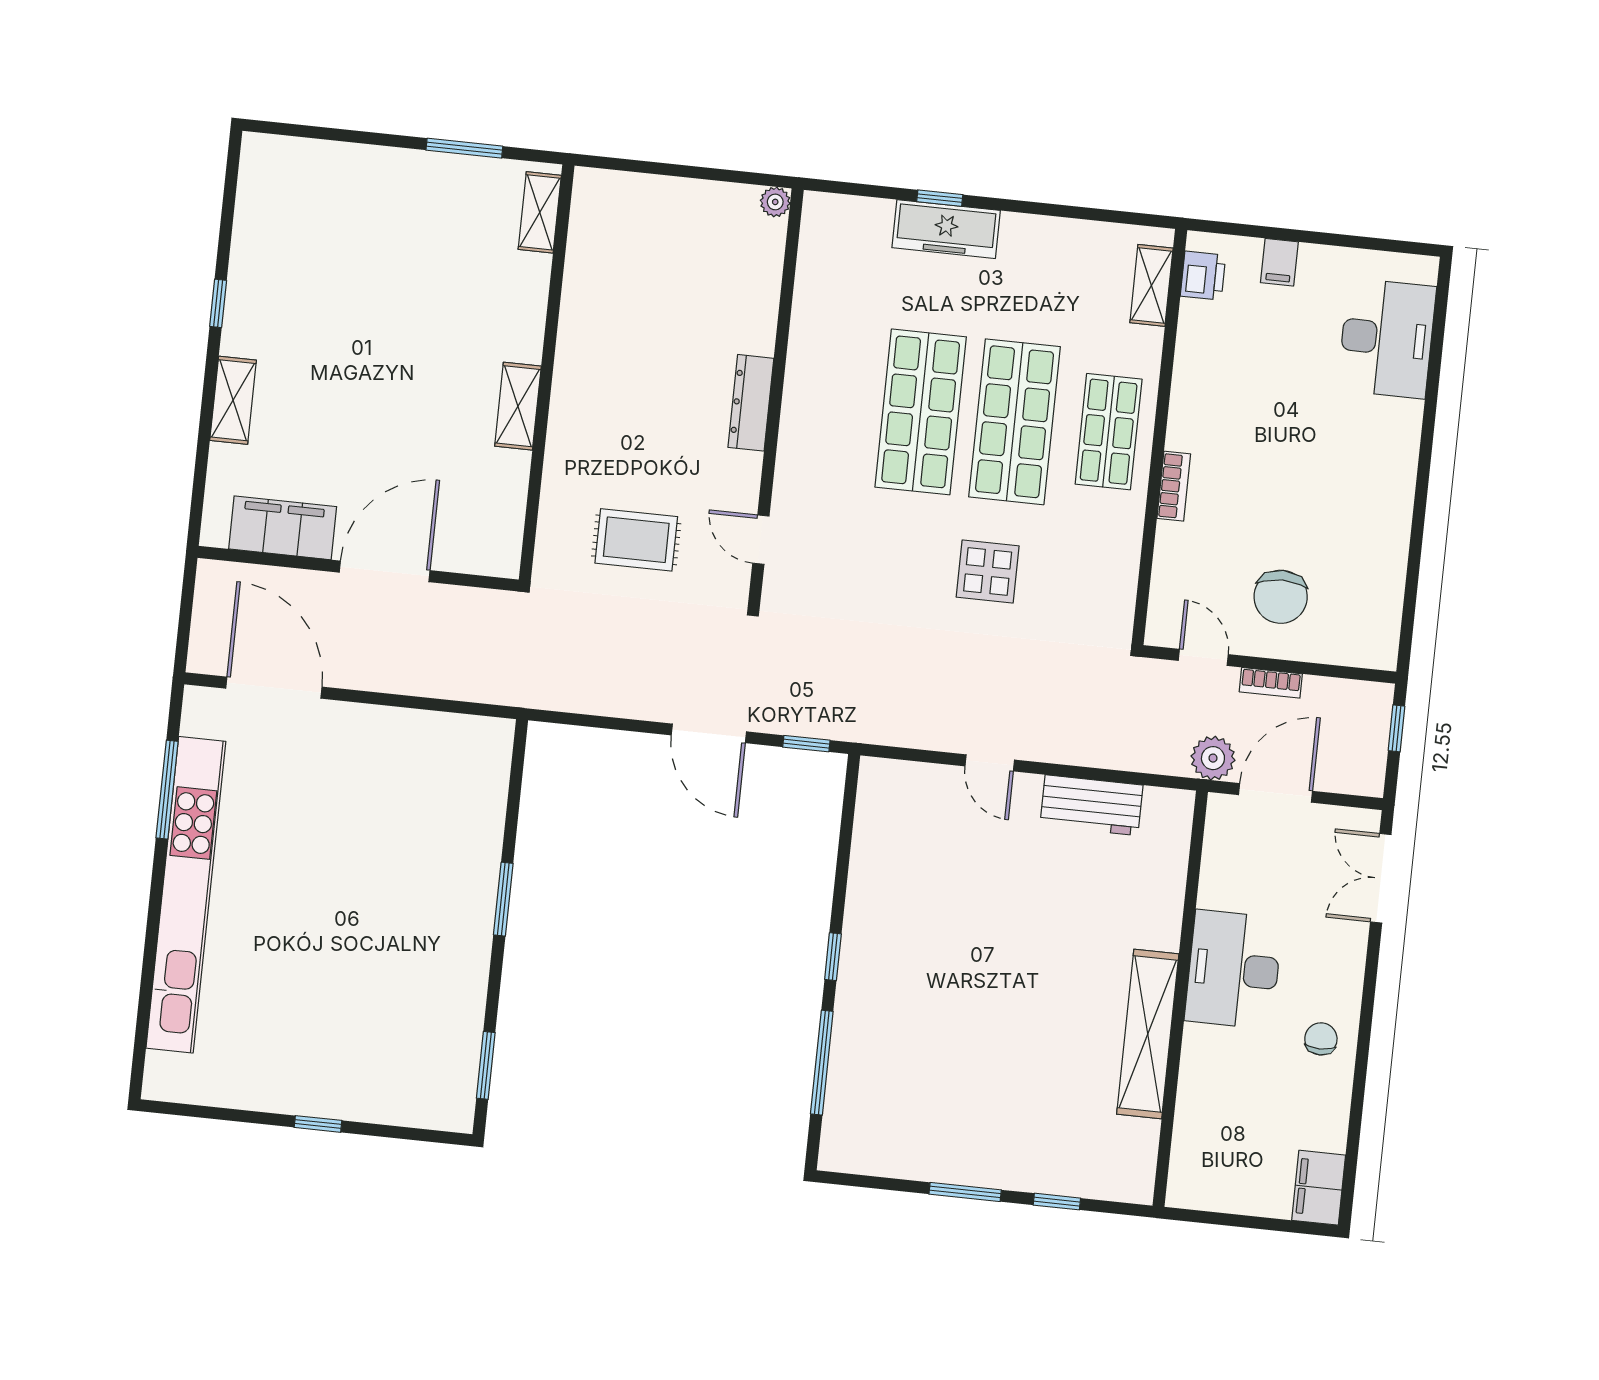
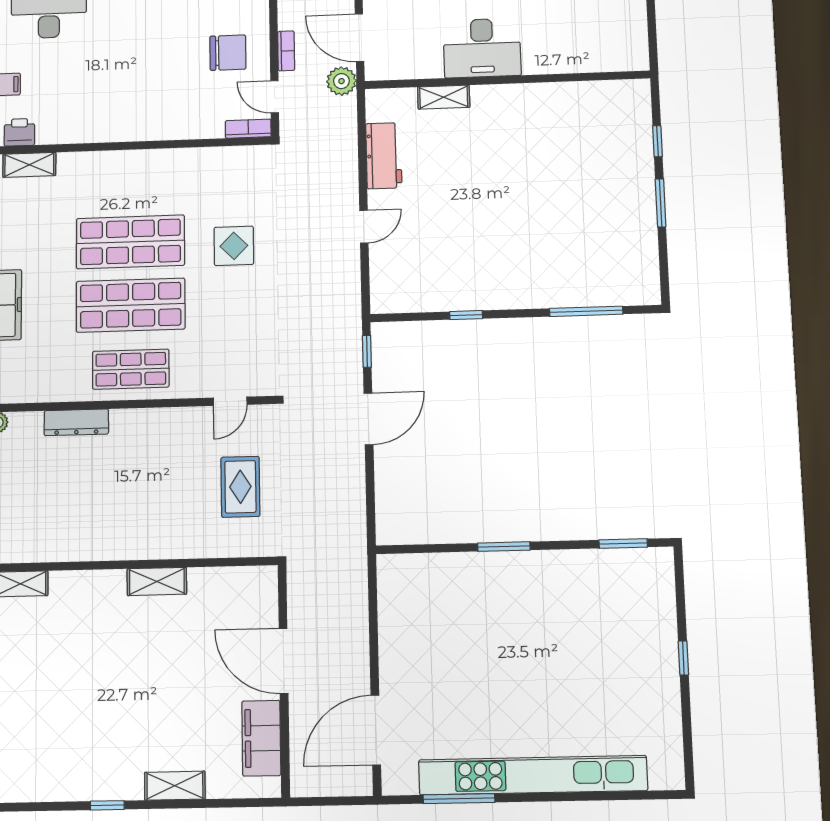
dresser: (751, 403) -> (76, 422), moved
shop shelf: (1109, 432) -> (131, 369), moved
bookcase: (1174, 486) -> (248, 129), moved
door: (1203, 657) -> (275, 97), hinge flipped
window: (833, 957) -> (466, 315), moved
shelving: (1148, 1034) -> (444, 97), moved, width x0.45, depth x0.75

